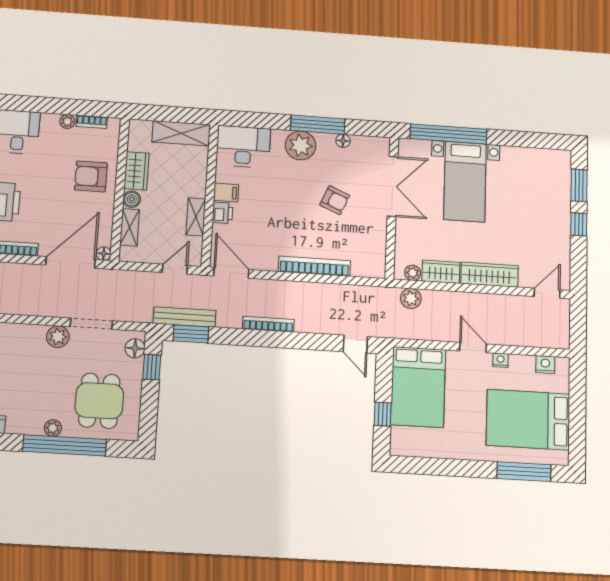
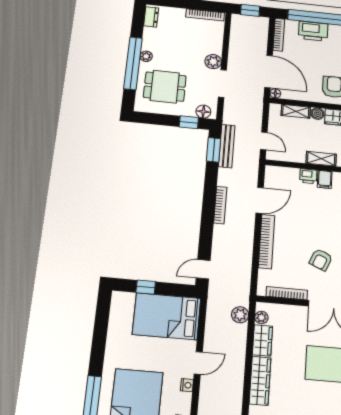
shelving: (196, 217) -> (321, 159), moved
bookcase: (380, 242) -> (287, 293), added
door: (231, 273) -> (260, 200), moved

